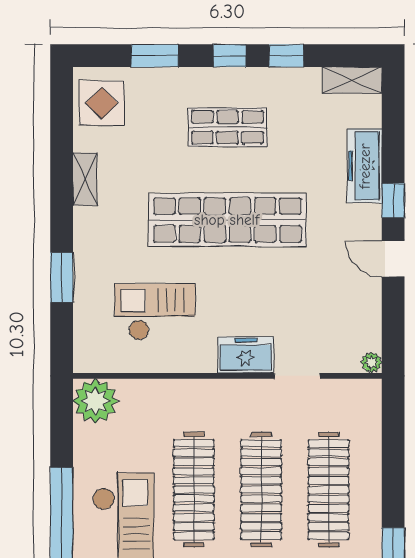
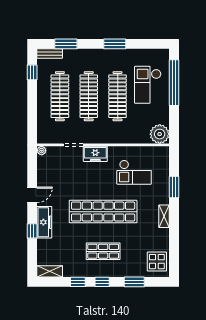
freezer: (365, 166) -> (44, 222), moved
shelving: (85, 179) -> (164, 216), moved
window: (393, 201) -> (32, 231), moved
door: (393, 259) -> (32, 195), hinge flipped

